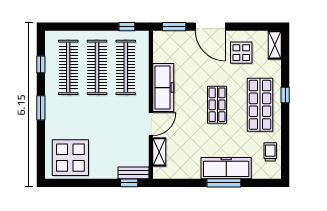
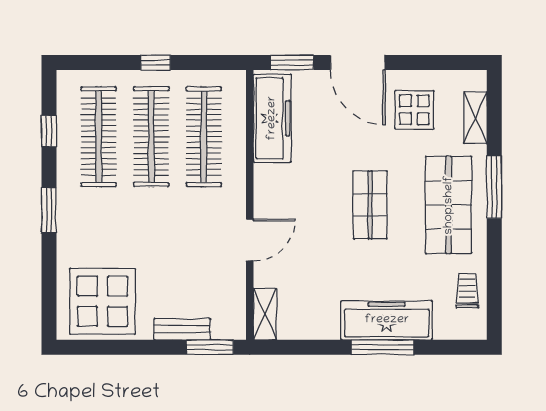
window: (127, 27) -> (156, 63), moved
shelving: (275, 45) -> (475, 118), moved
freezer: (163, 88) -> (272, 118), moved
window: (285, 95) -> (494, 187), width x2.17
shelving: (159, 152) -> (265, 314), moved
bench: (134, 173) -> (182, 329), moved
window: (129, 183) -> (210, 347), width x1.50

